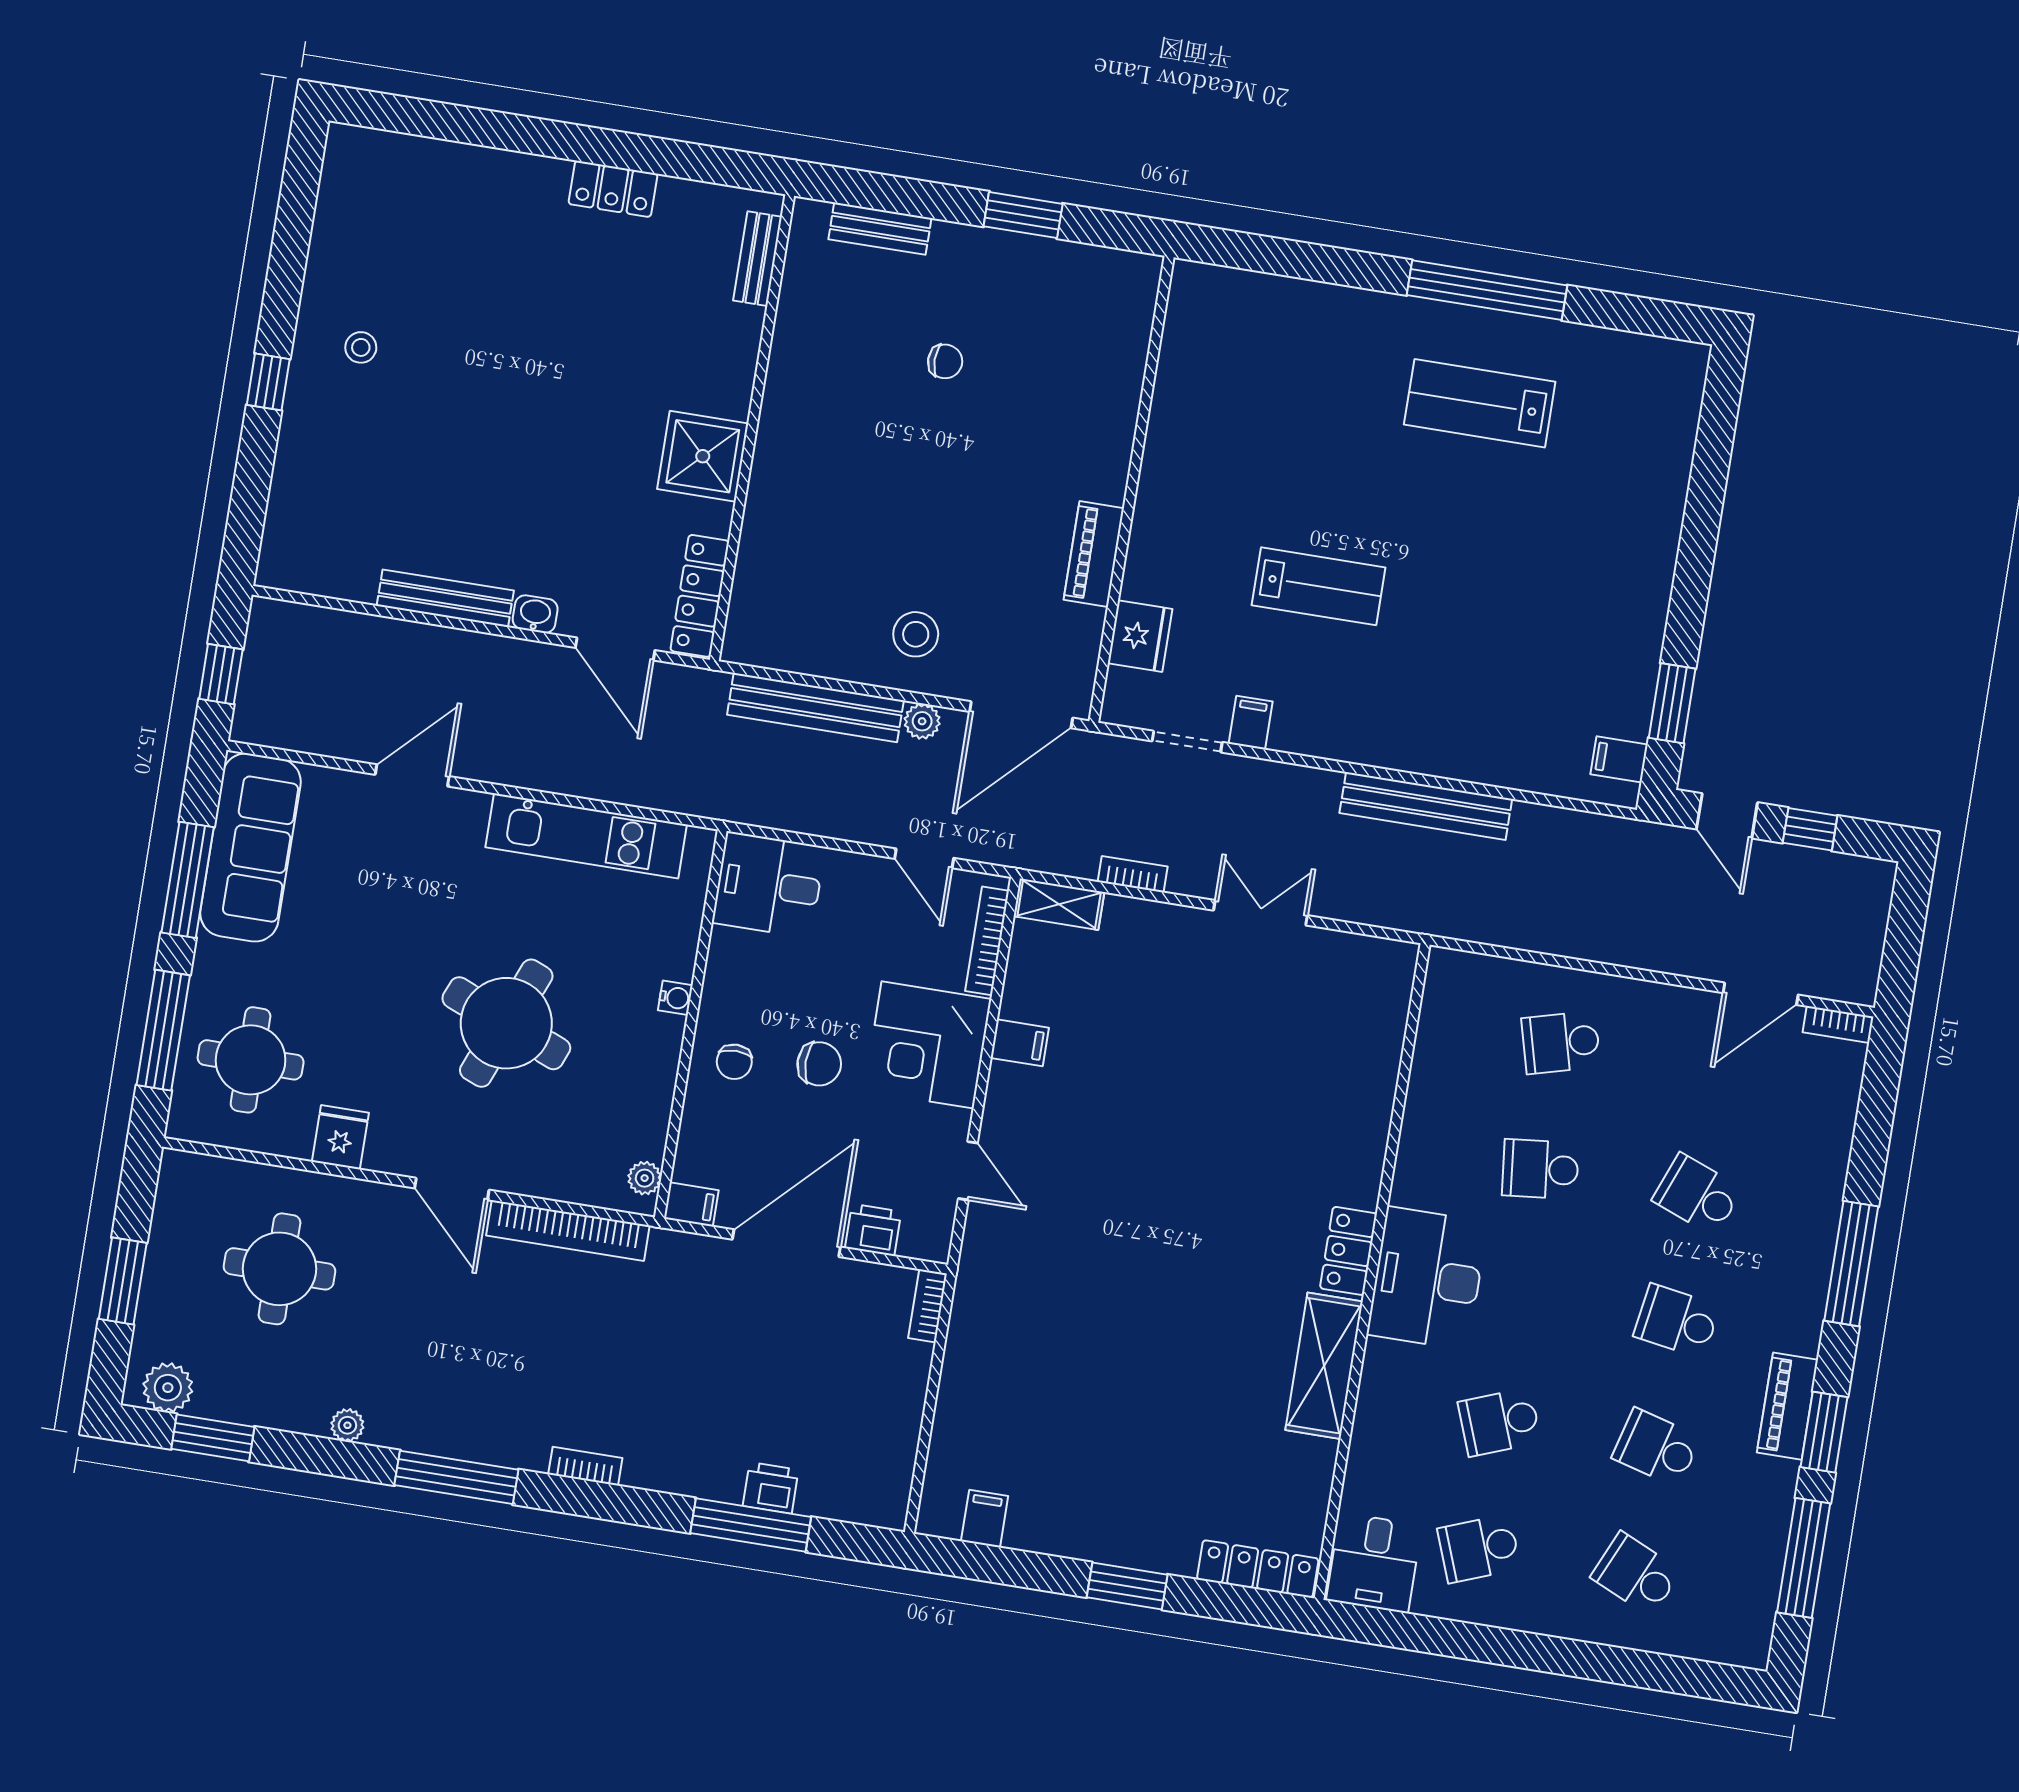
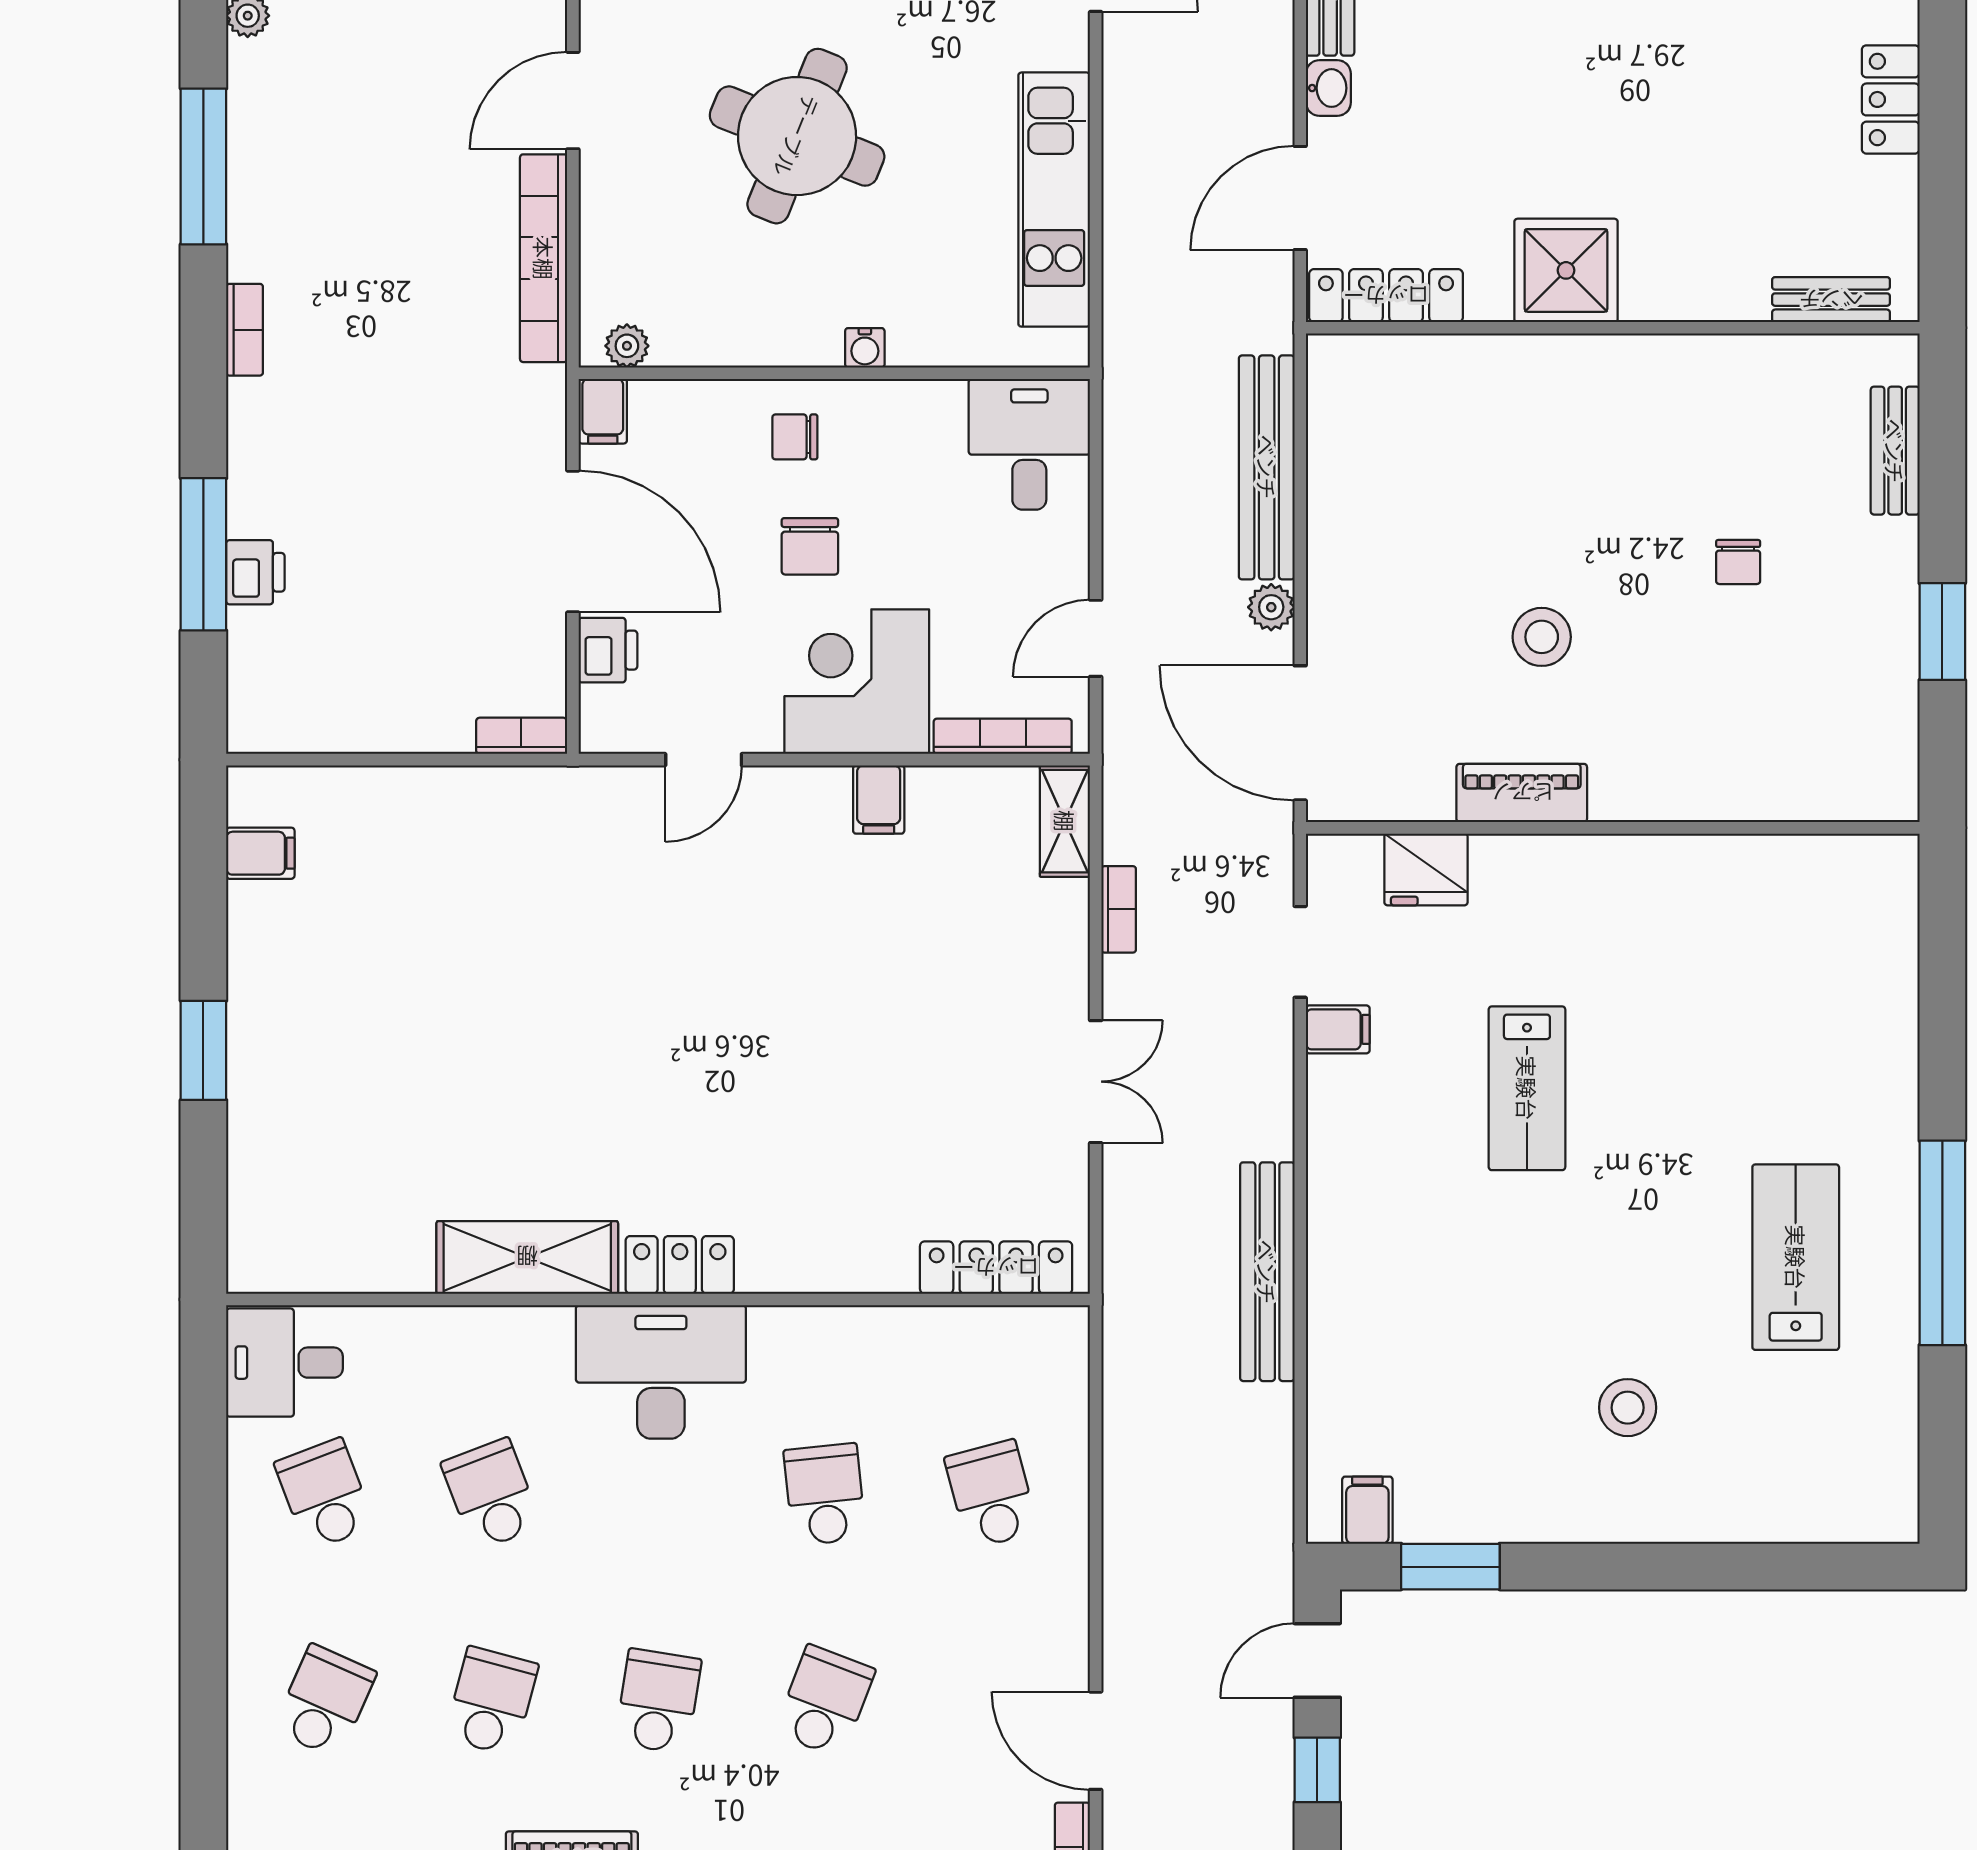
stool: (1573, 549) -> (1628, 1408), added
stool: (916, 634) -> (1542, 637), moved
locker: (1258, 1569) -> (996, 1268), moved, turned -90

